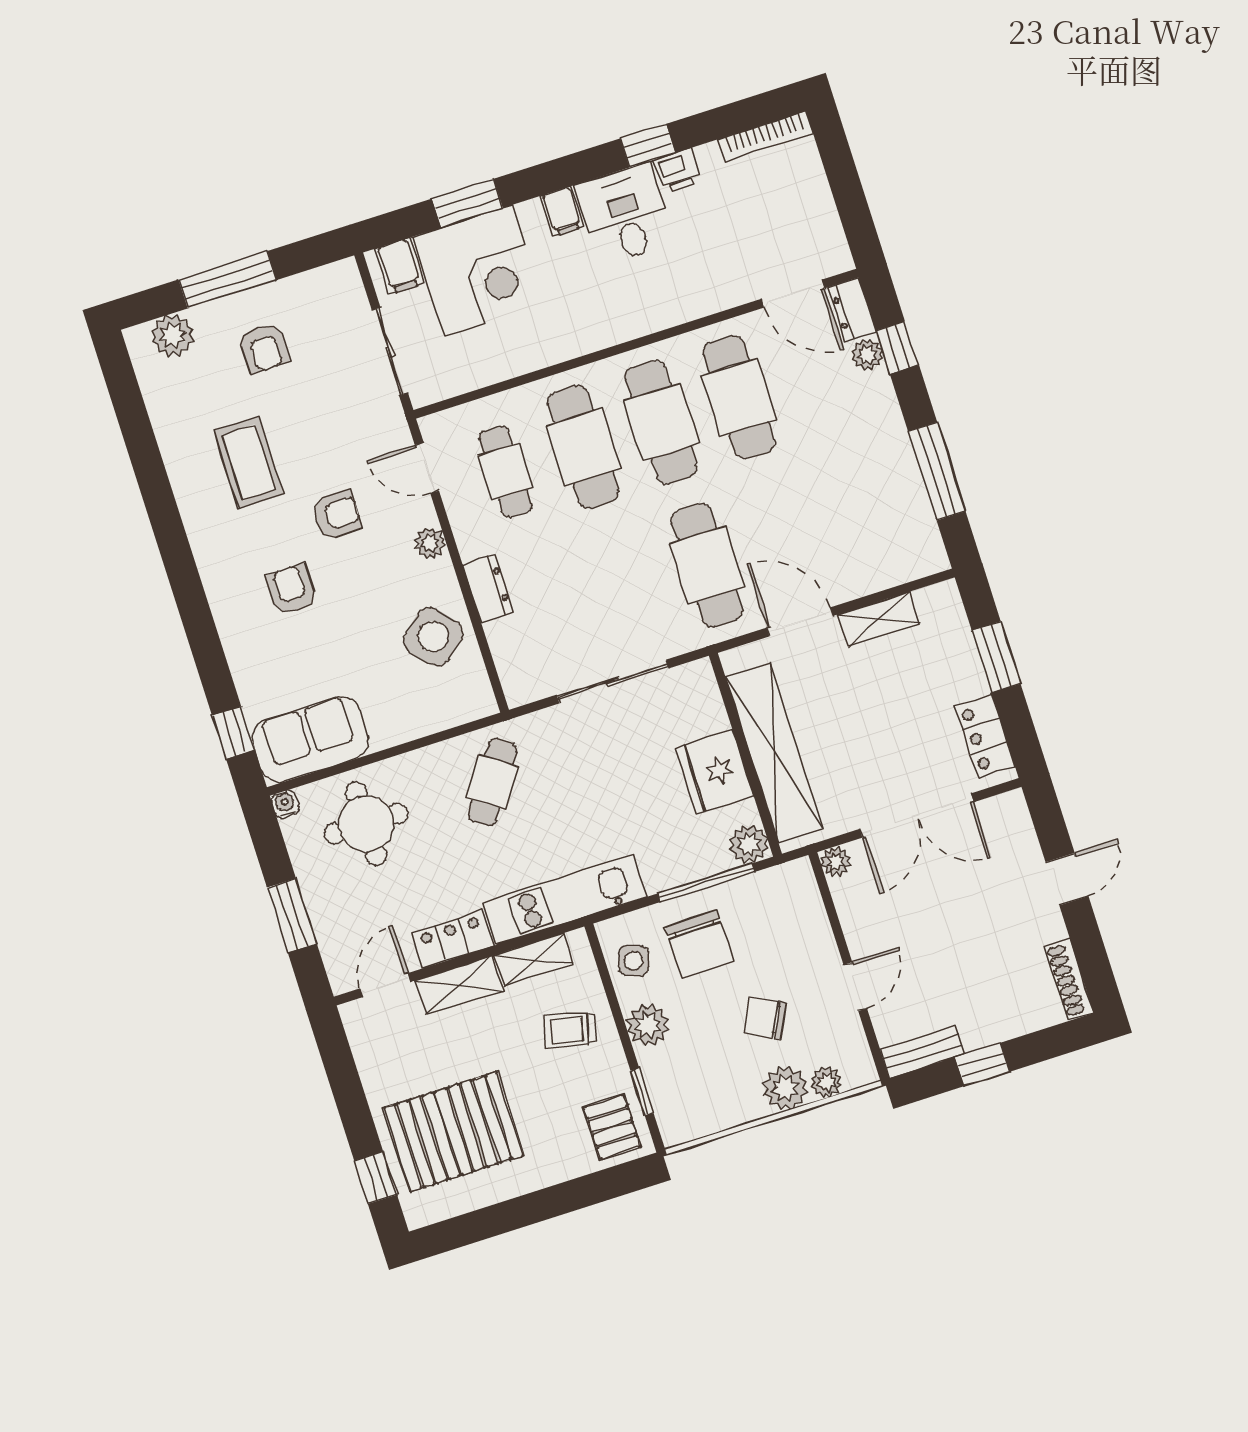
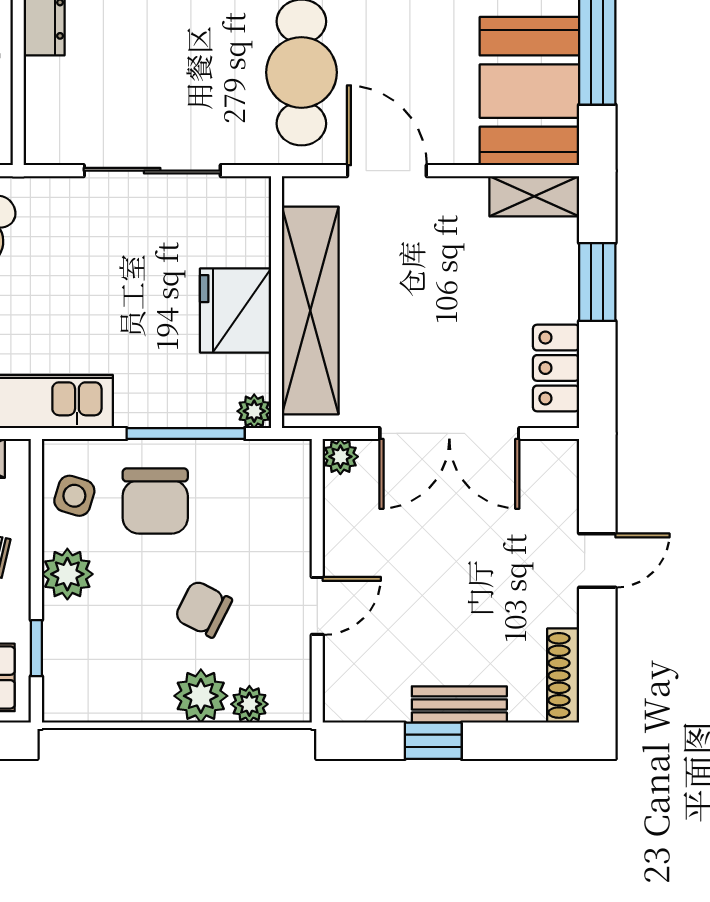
booth: (893, 522) -> (529, 91), added
shelving: (879, 619) -> (534, 196), moved
plant: (749, 844) -> (254, 411), width x0.73, depth x0.73
bench: (923, 1052) -> (459, 704), moved

